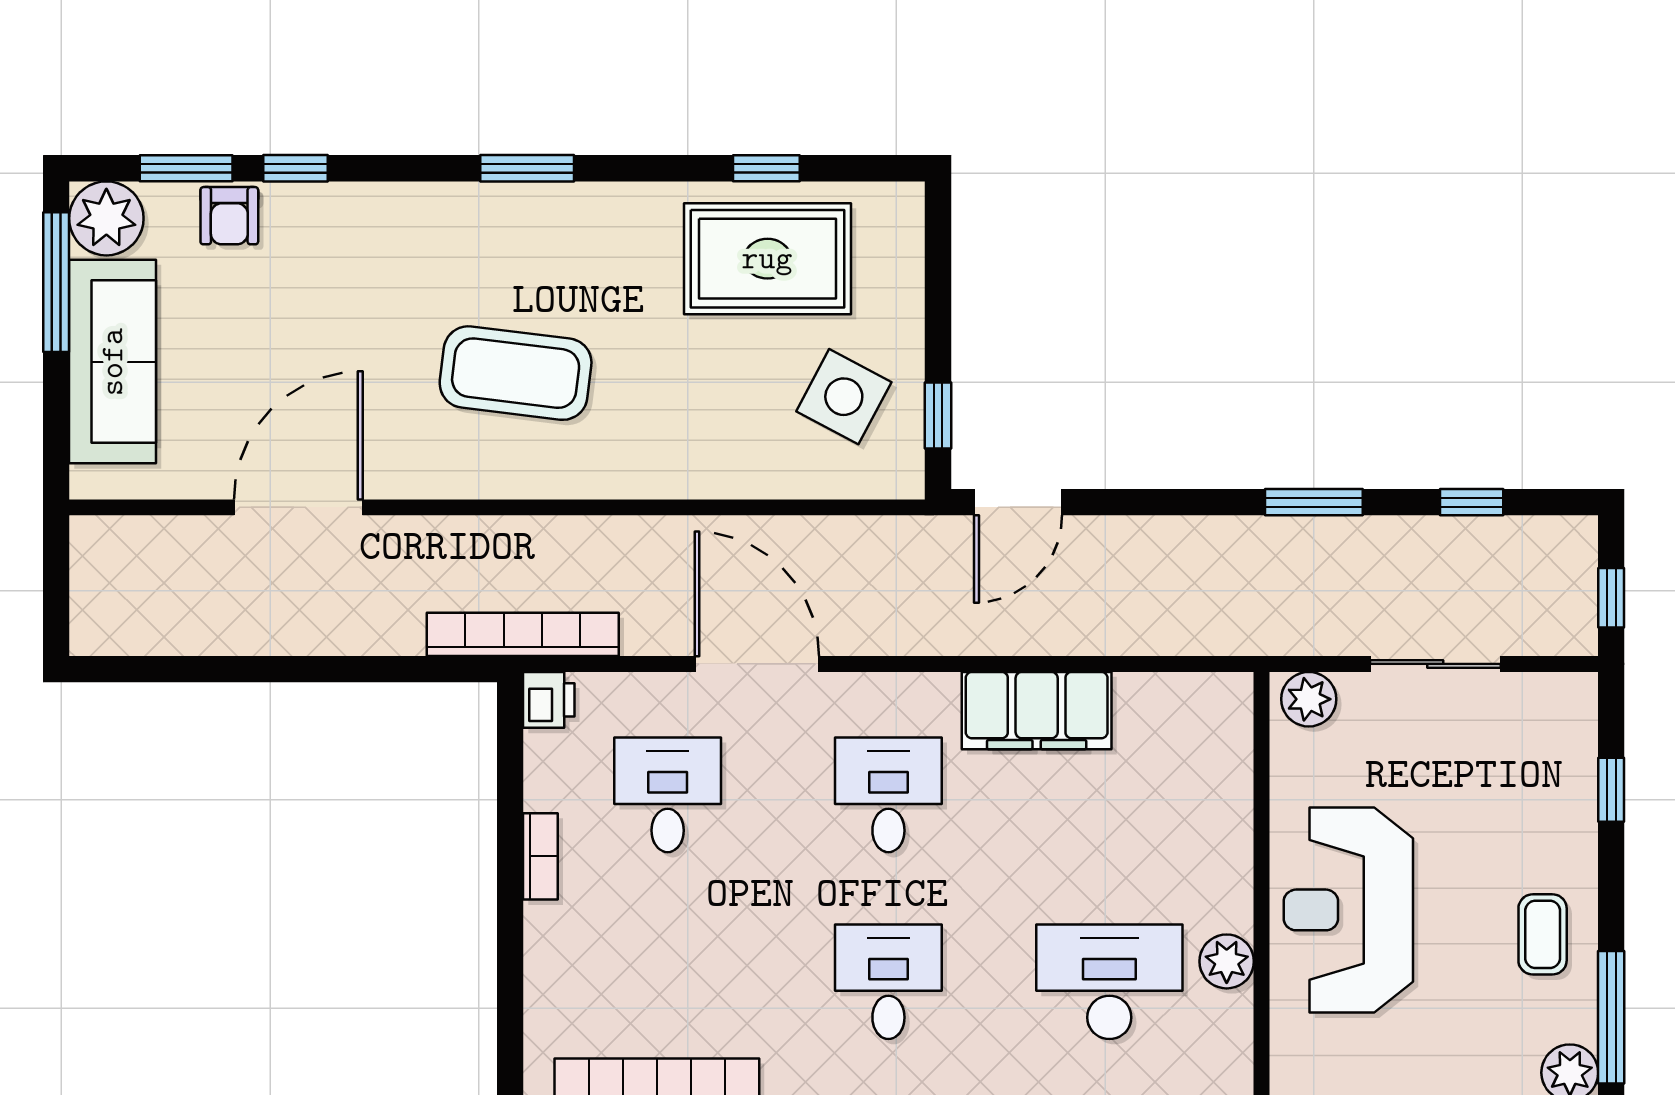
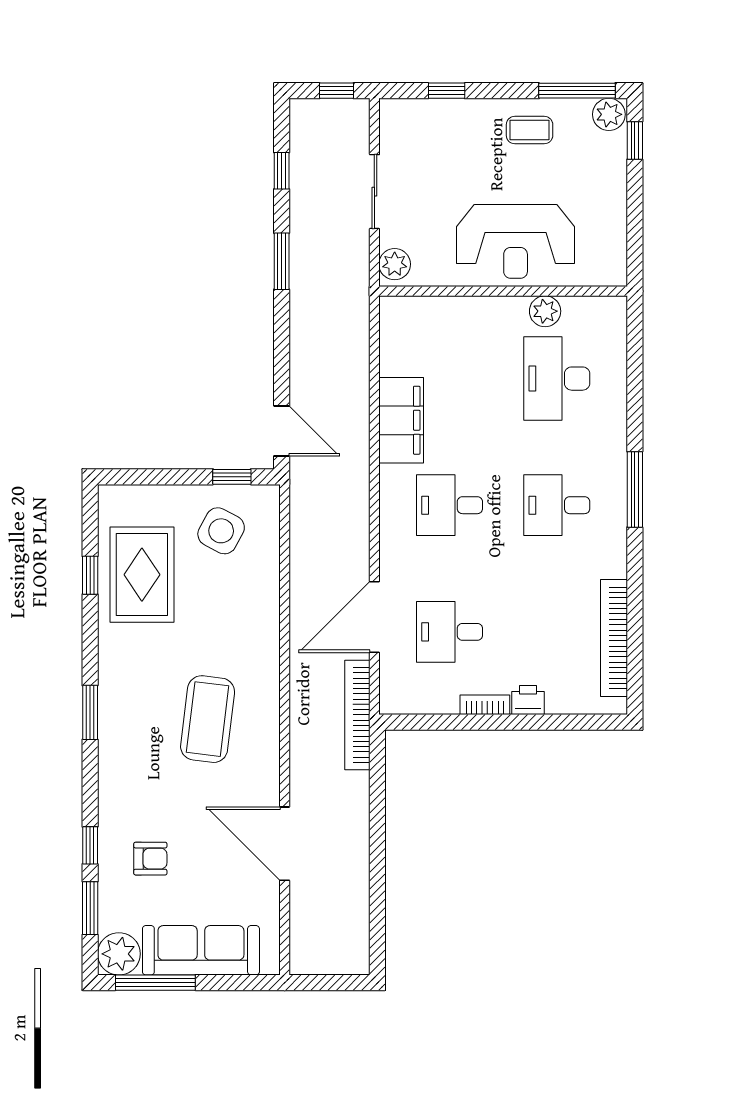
armchair: (229, 216) -> (150, 859), moved
door: (757, 664) -> (374, 617), moved
printer: (549, 700) -> (528, 700), moved

